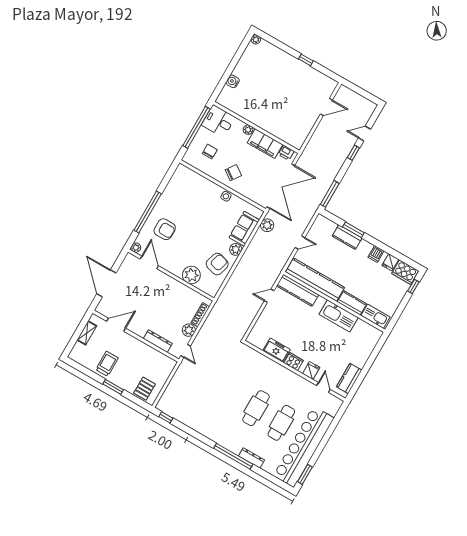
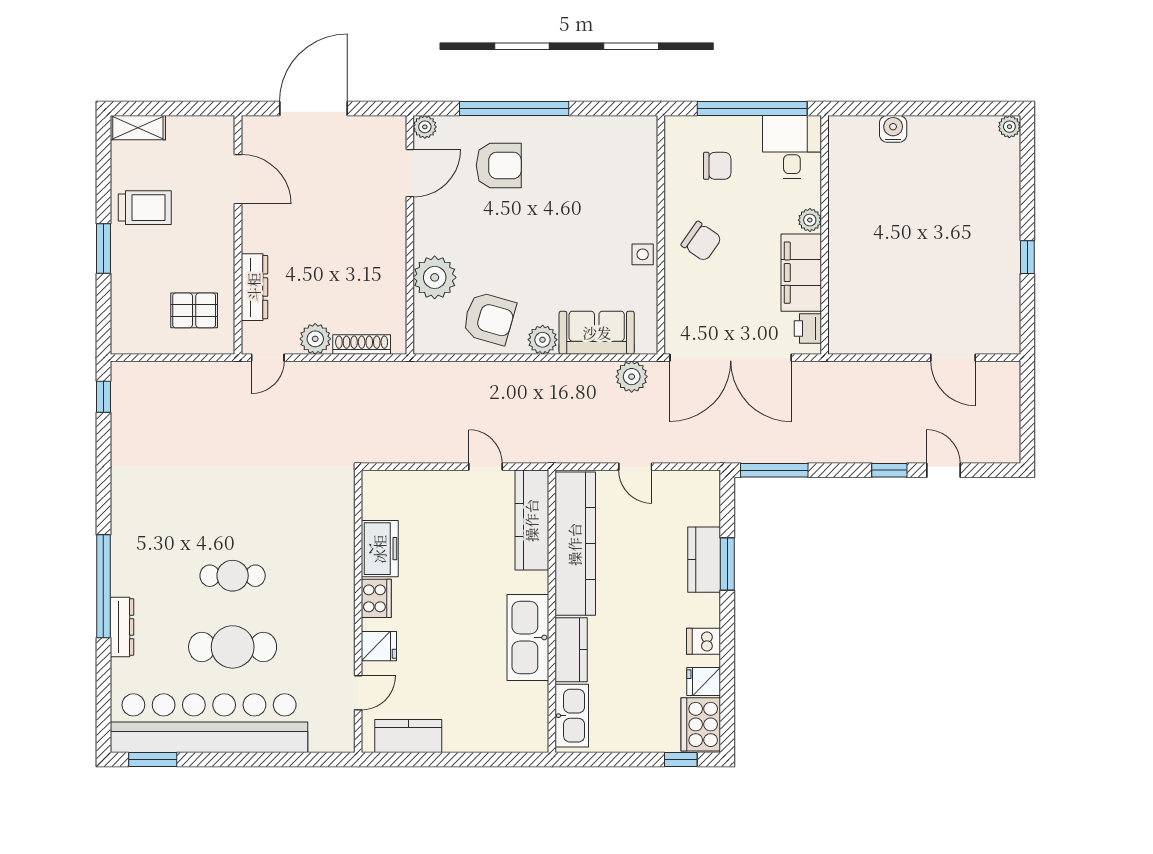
armchair: (165, 229) -> (499, 165), turned -90
shelving: (87, 333) -> (138, 128), moved
pallet: (145, 389) -> (194, 310), moved
cafe table: (256, 408) -> (233, 576), width x0.73, depth x0.74

